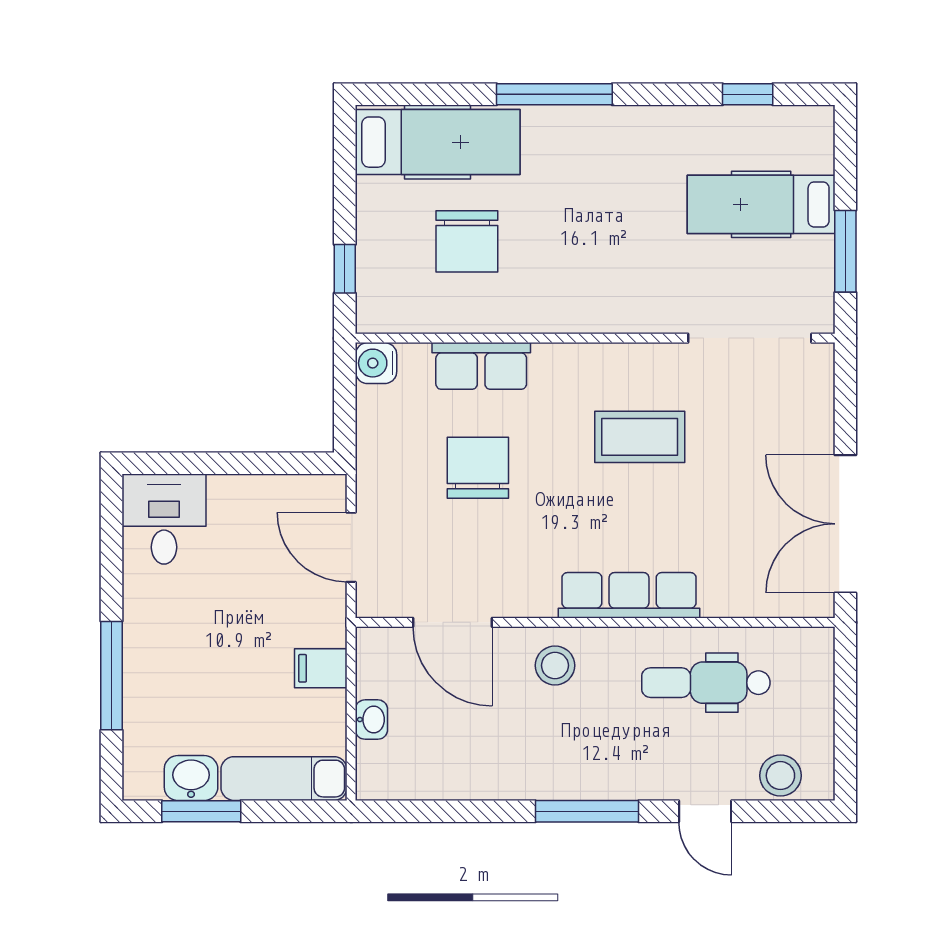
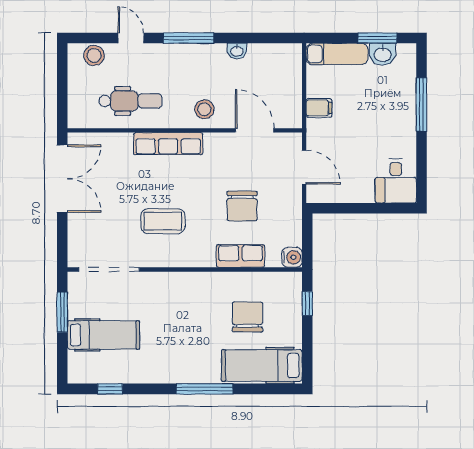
washbasin: (371, 720) -> (237, 51), moved, turned -90

